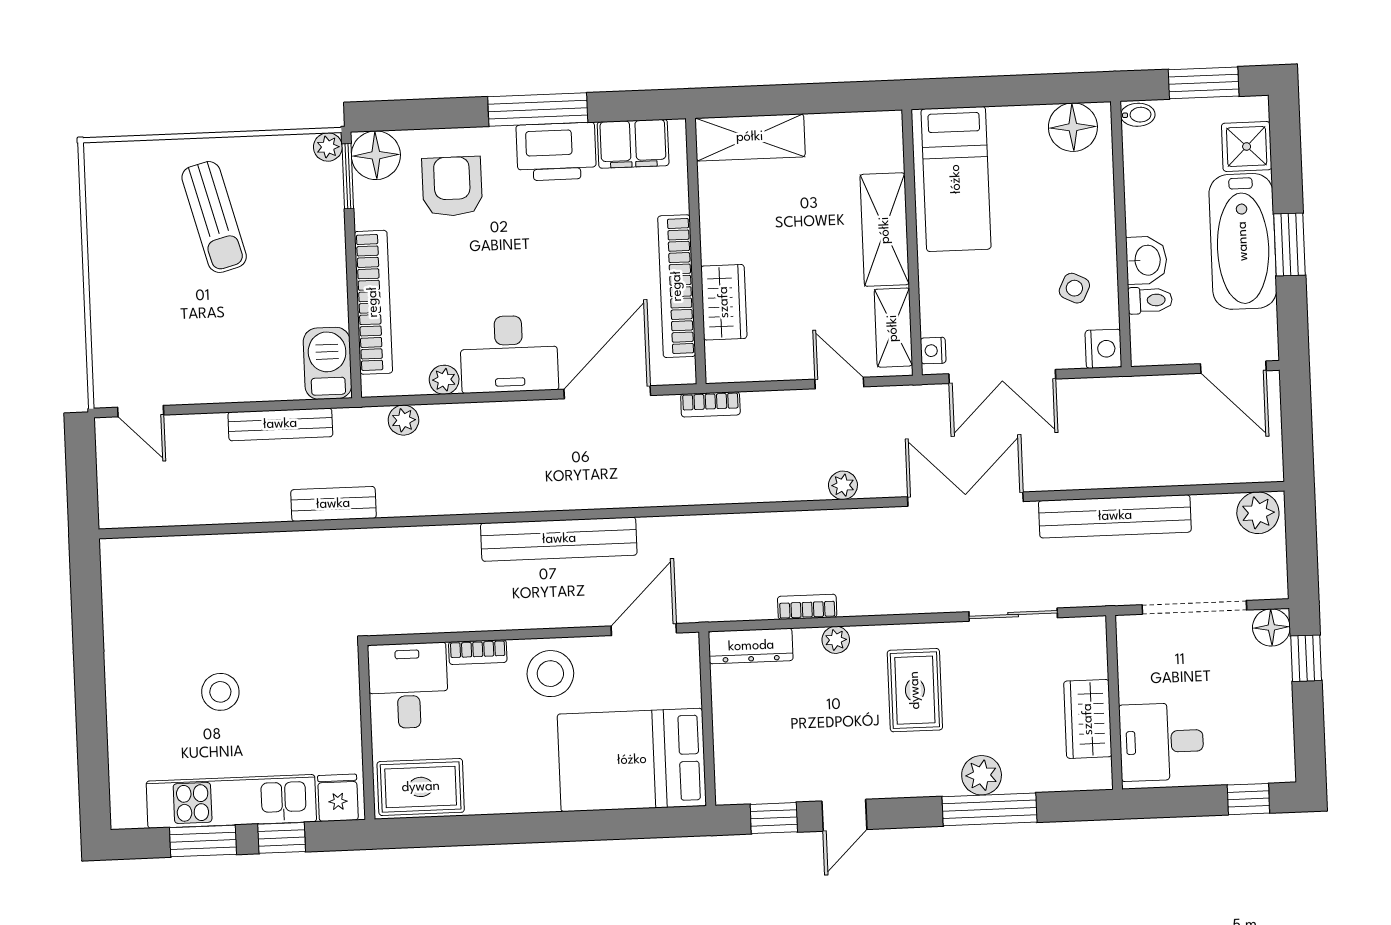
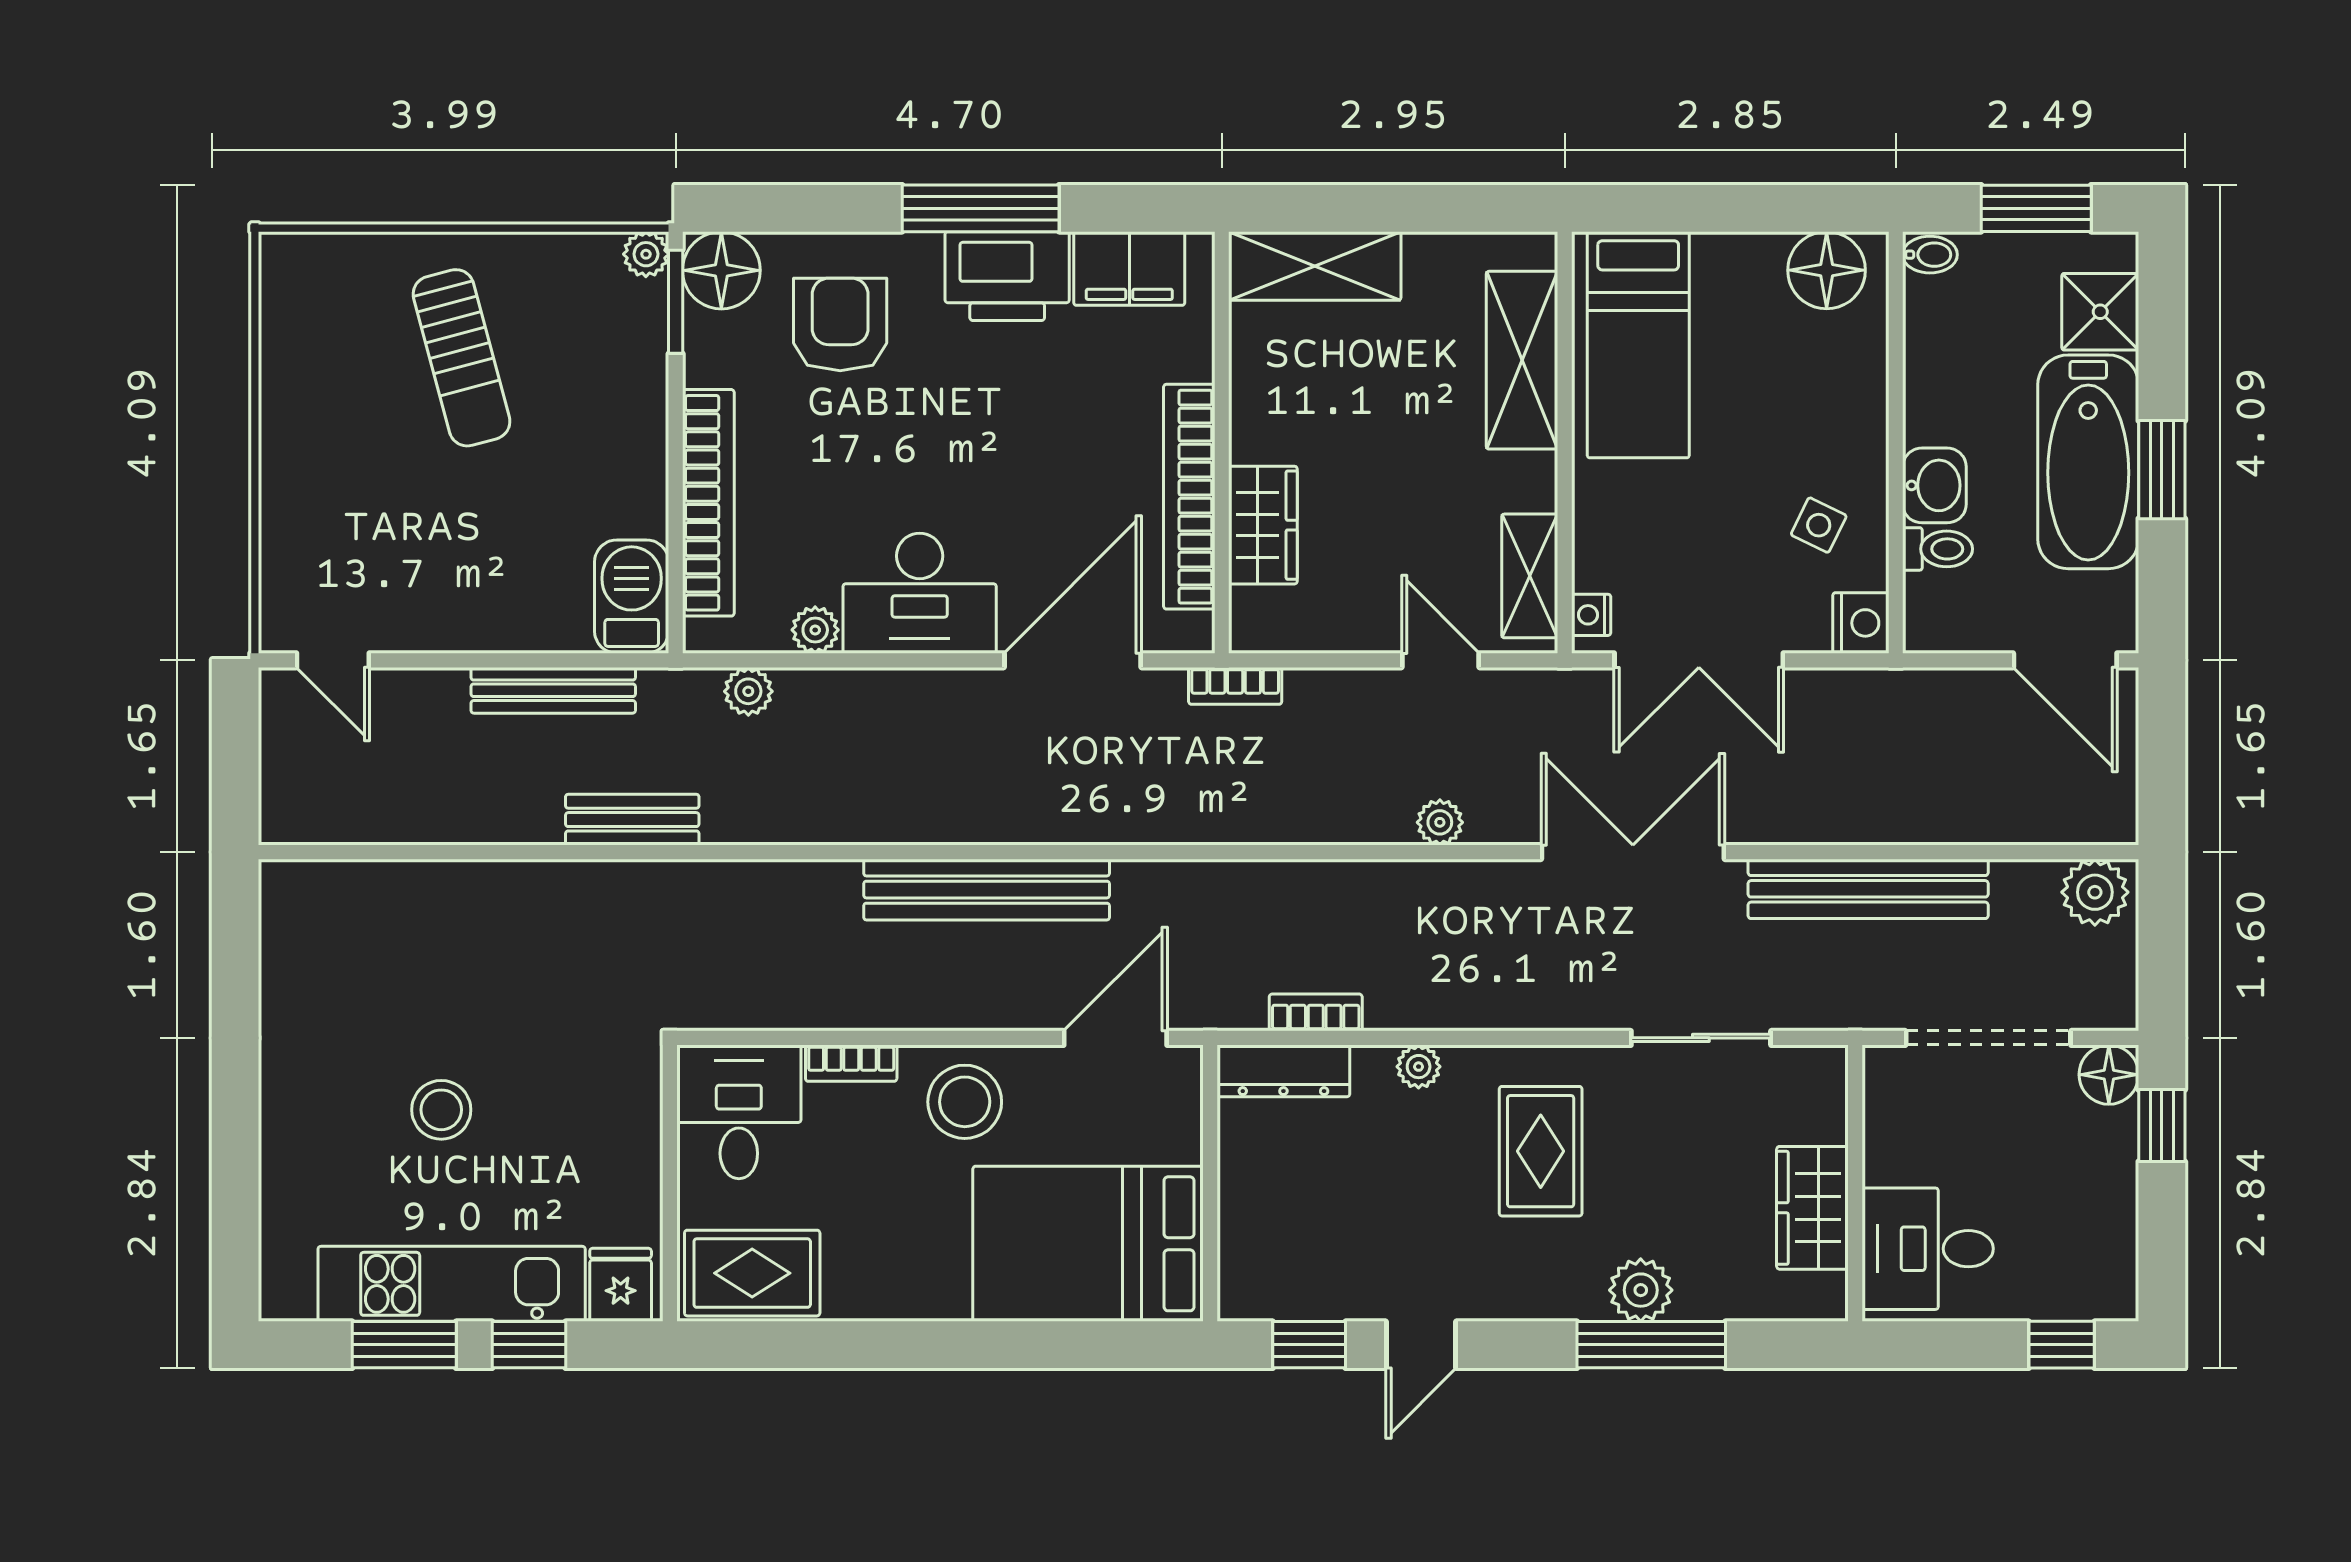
shelving: (885, 230) -> (1522, 360), moved
bookcase: (807, 607) -> (1316, 1012), moved

